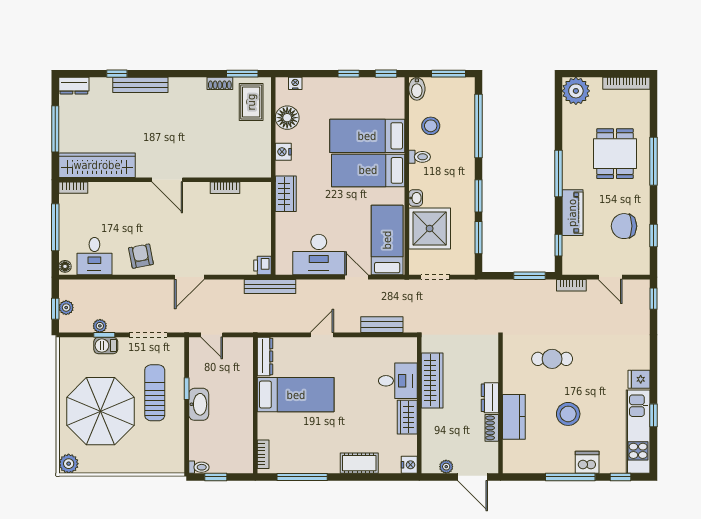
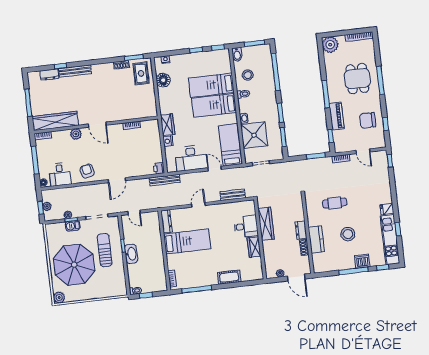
dresser: (74, 86) -> (49, 74), moved
nightstand: (283, 152) -> (168, 141), moved
plant: (129, 191) -> (76, 134), added
nightstand: (409, 465) -> (258, 275), removed

